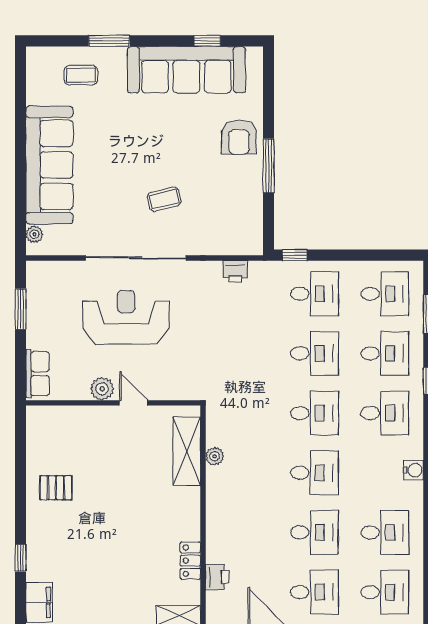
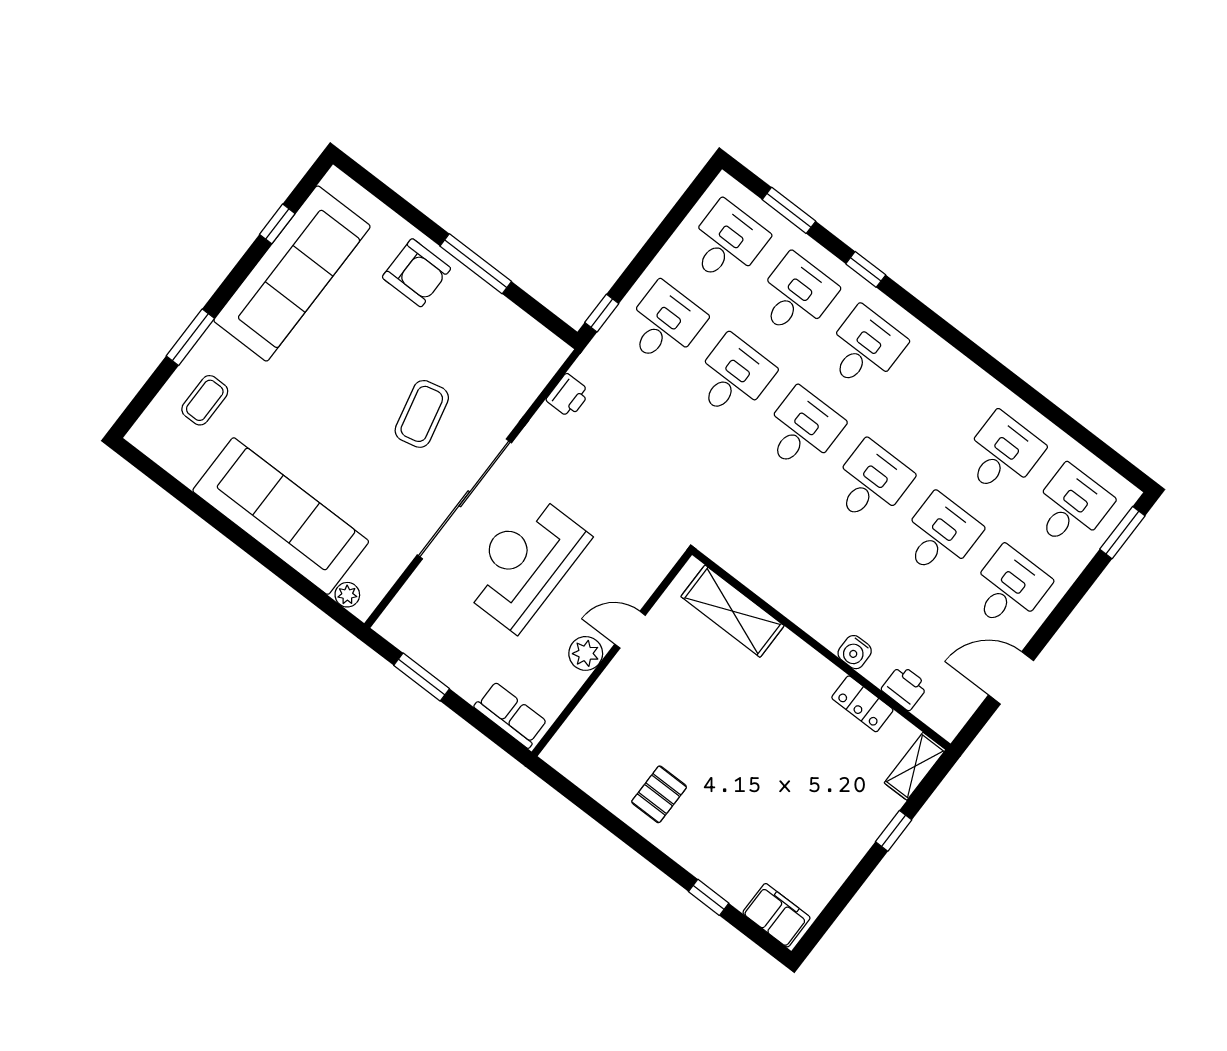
coffee table: (164, 199) -> (422, 414), width x1.36, depth x1.30
plant: (215, 456) -> (763, 583), removed
water cooler: (413, 470) -> (855, 652), moved, turned 180

